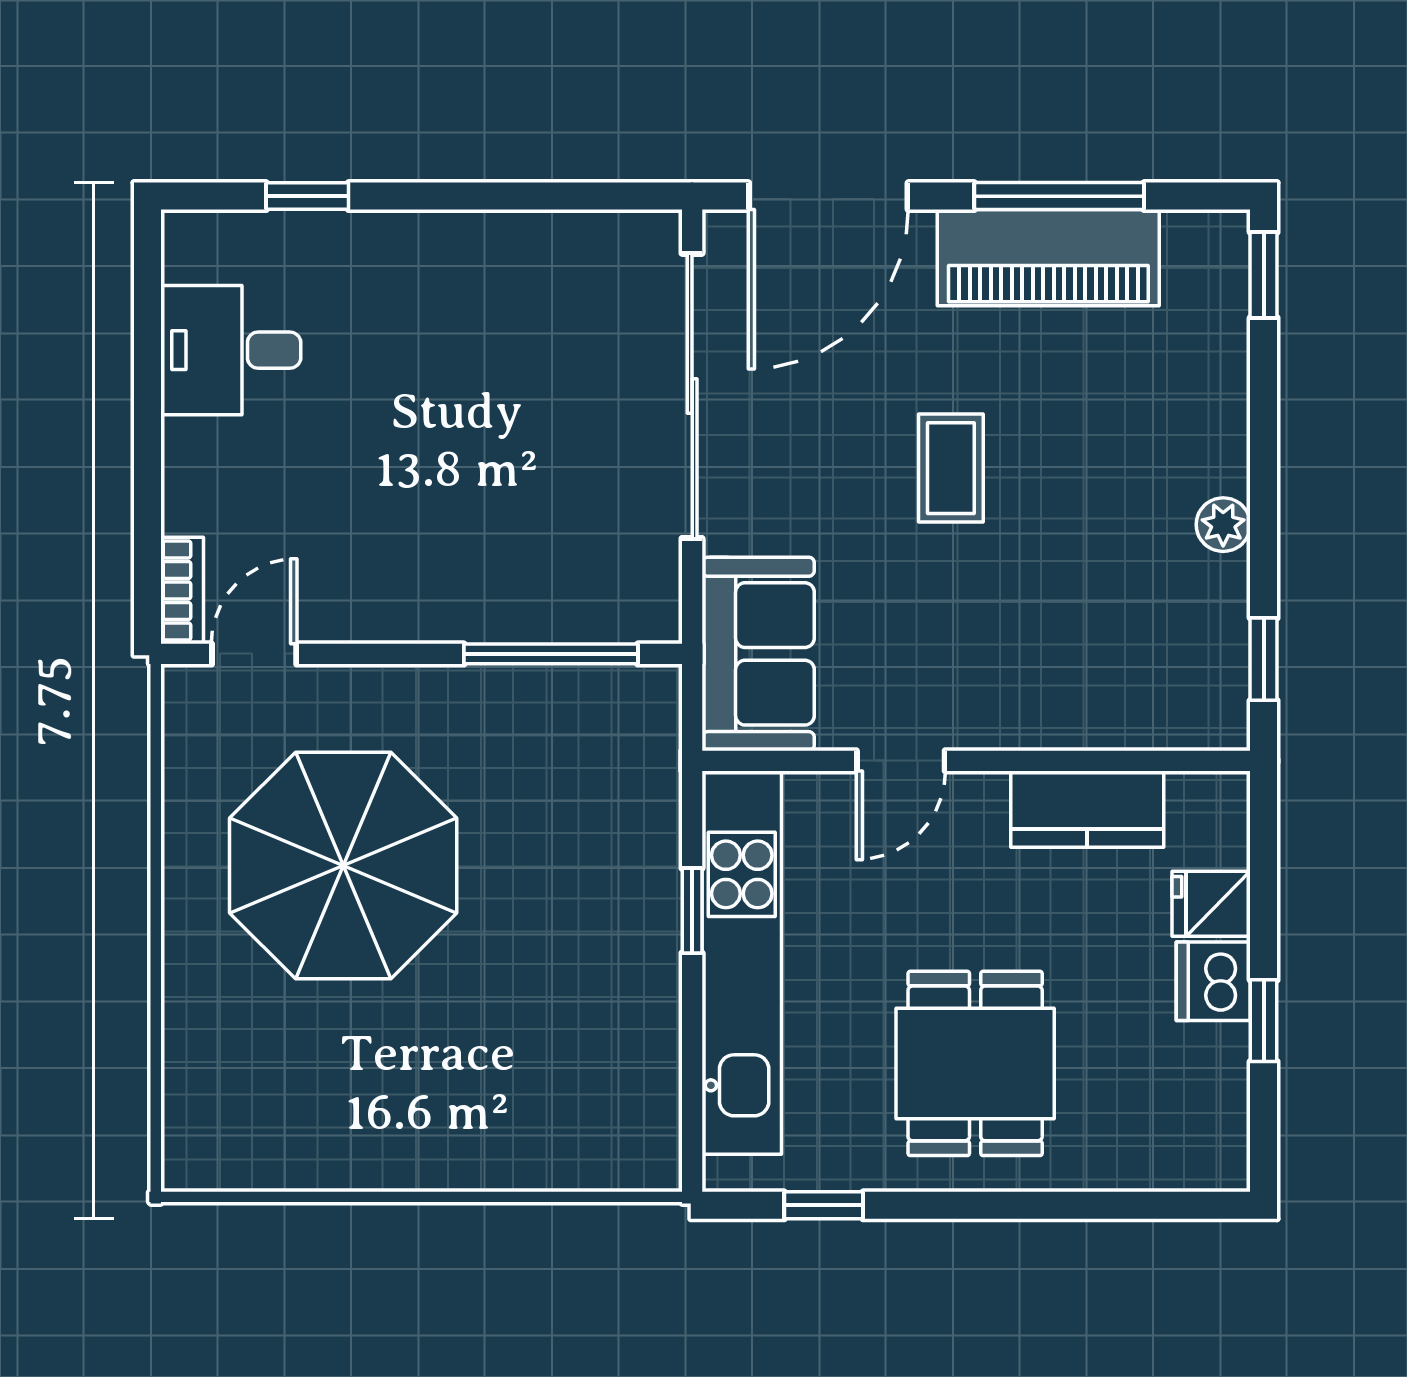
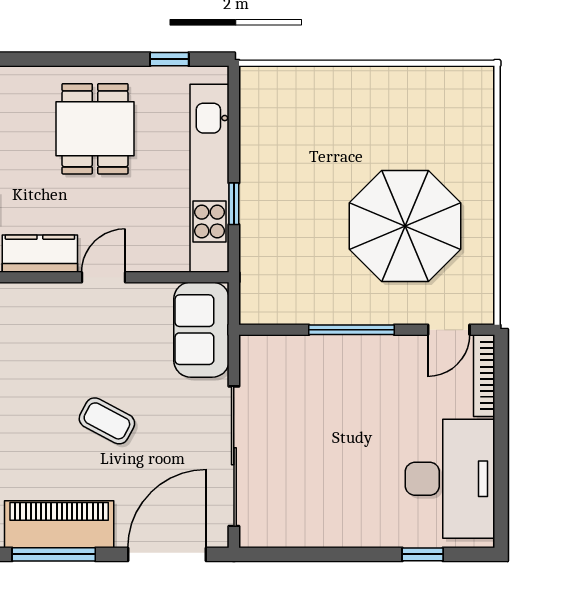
desk: (231, 350) -> (450, 479), width x1.87, depth x1.30
coffee table: (951, 468) -> (107, 421), turned -62
bookcase: (182, 590) -> (484, 376), width x1.56
window: (551, 654) -> (351, 330), moved
door: (901, 761) -> (103, 277), moved

